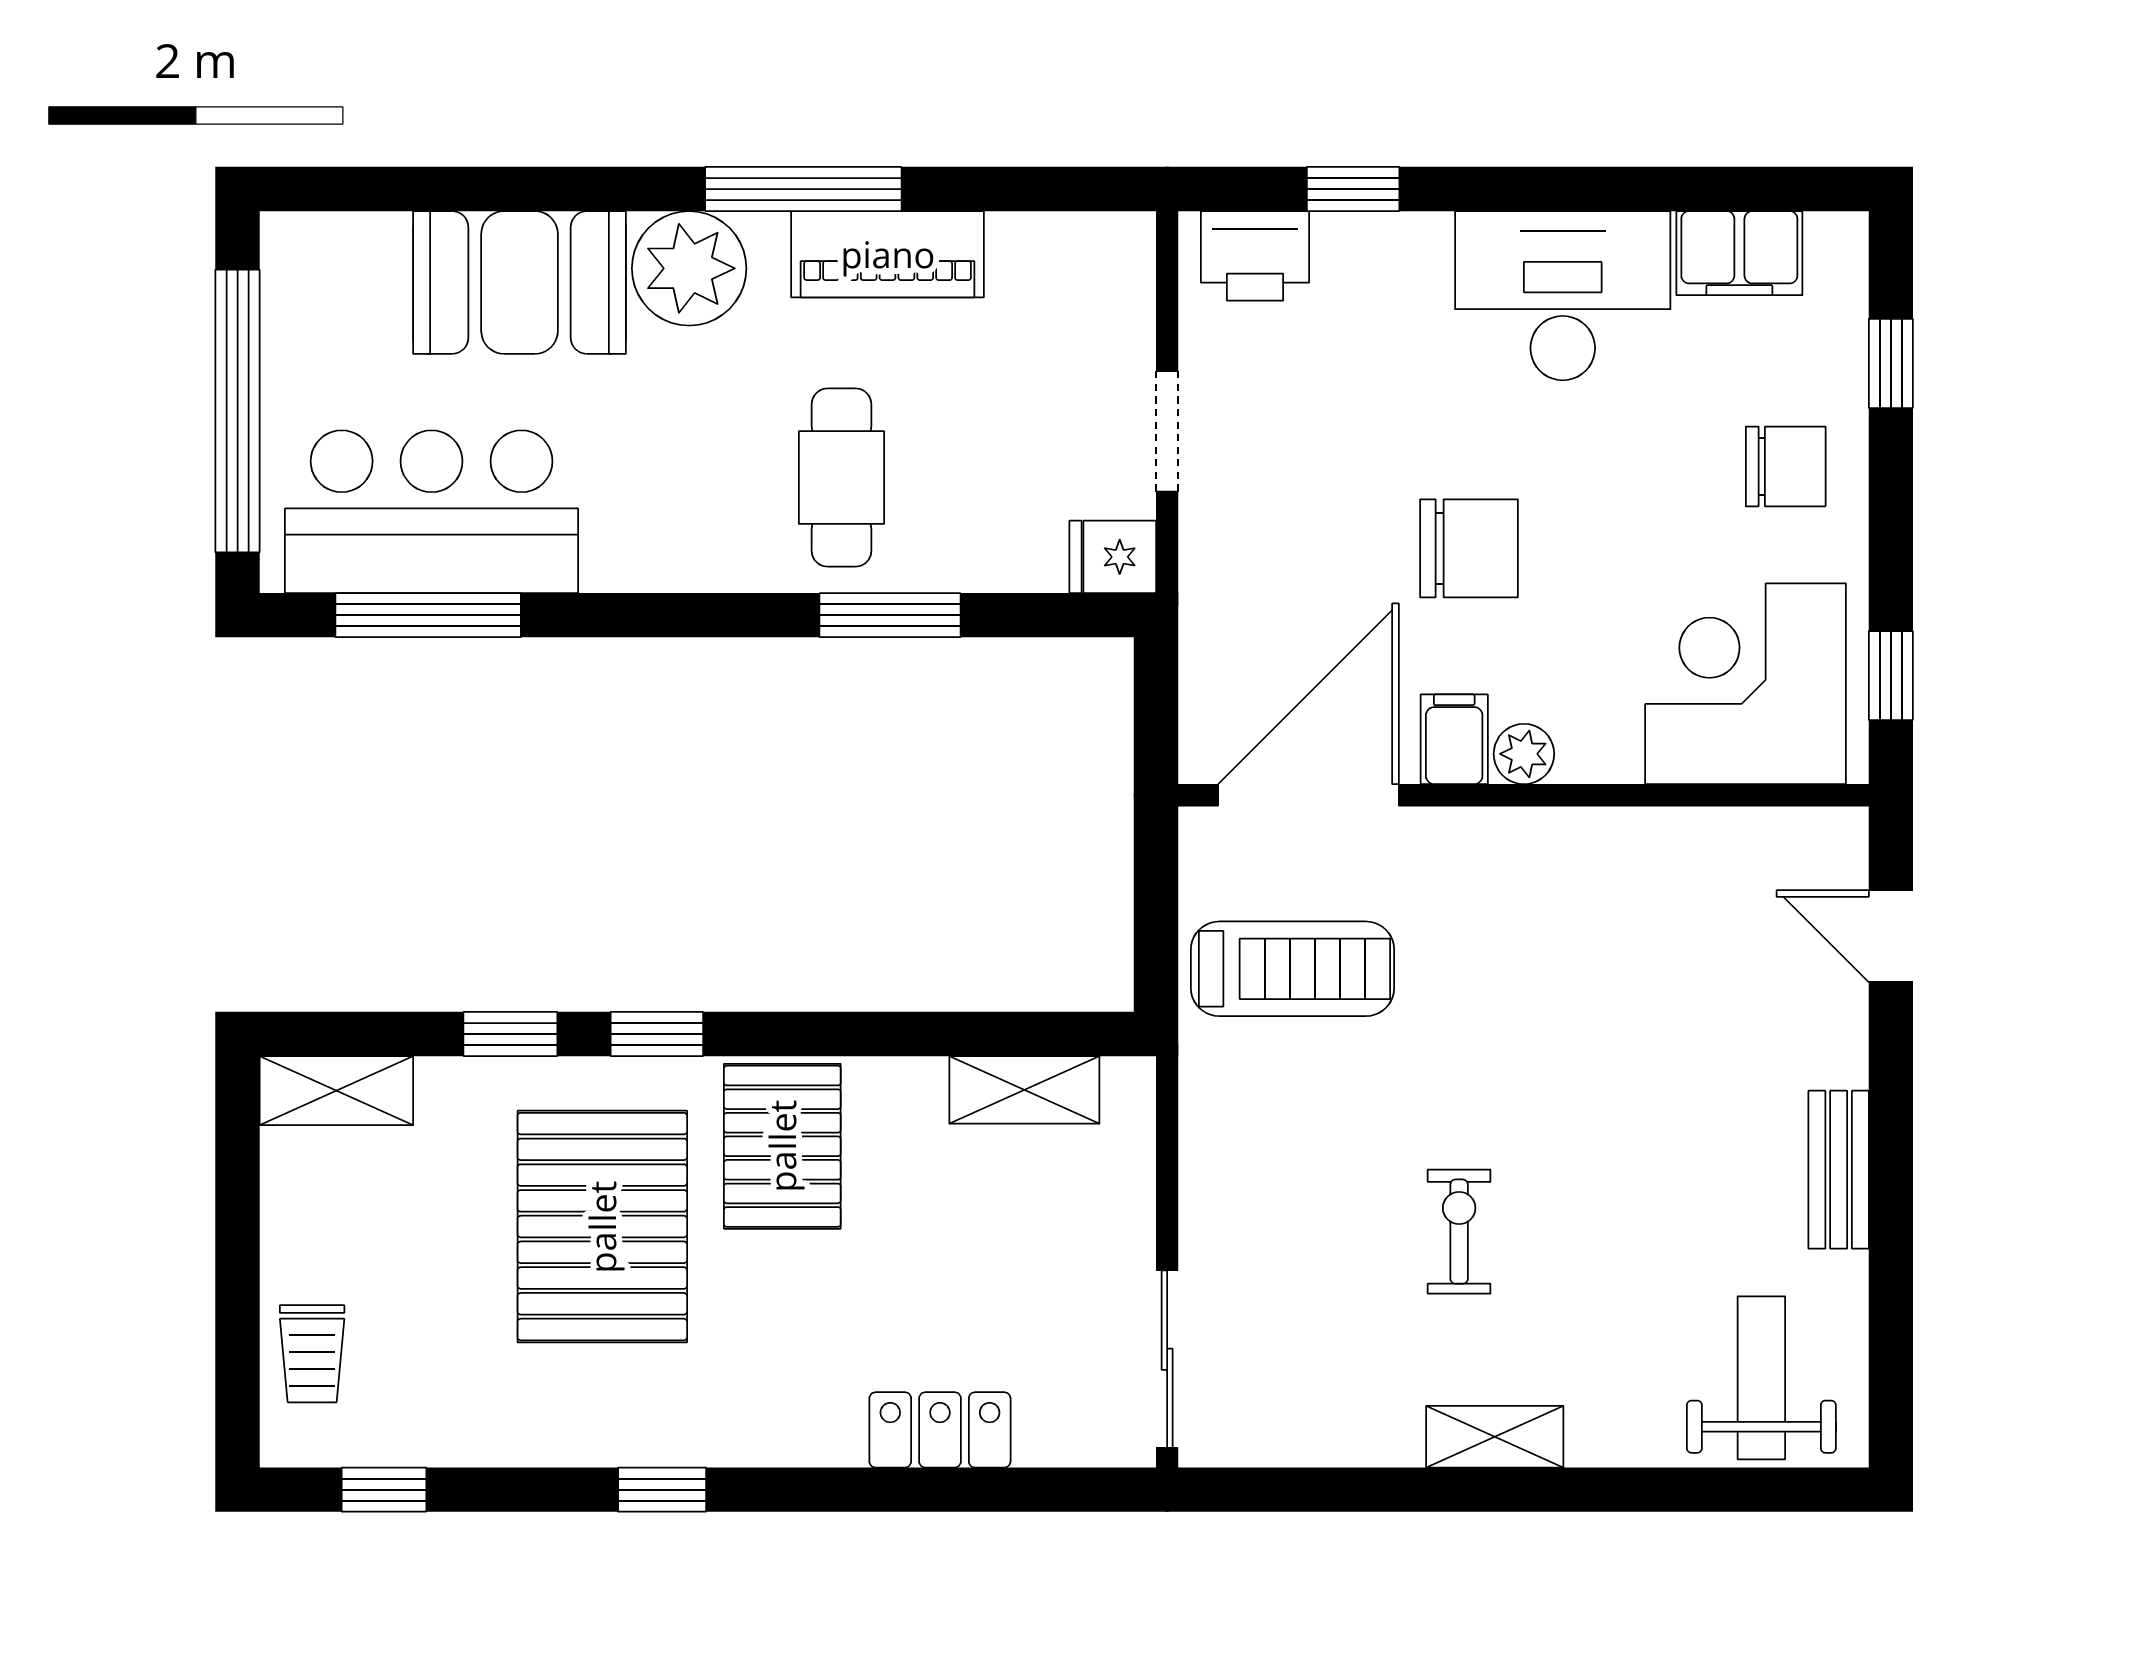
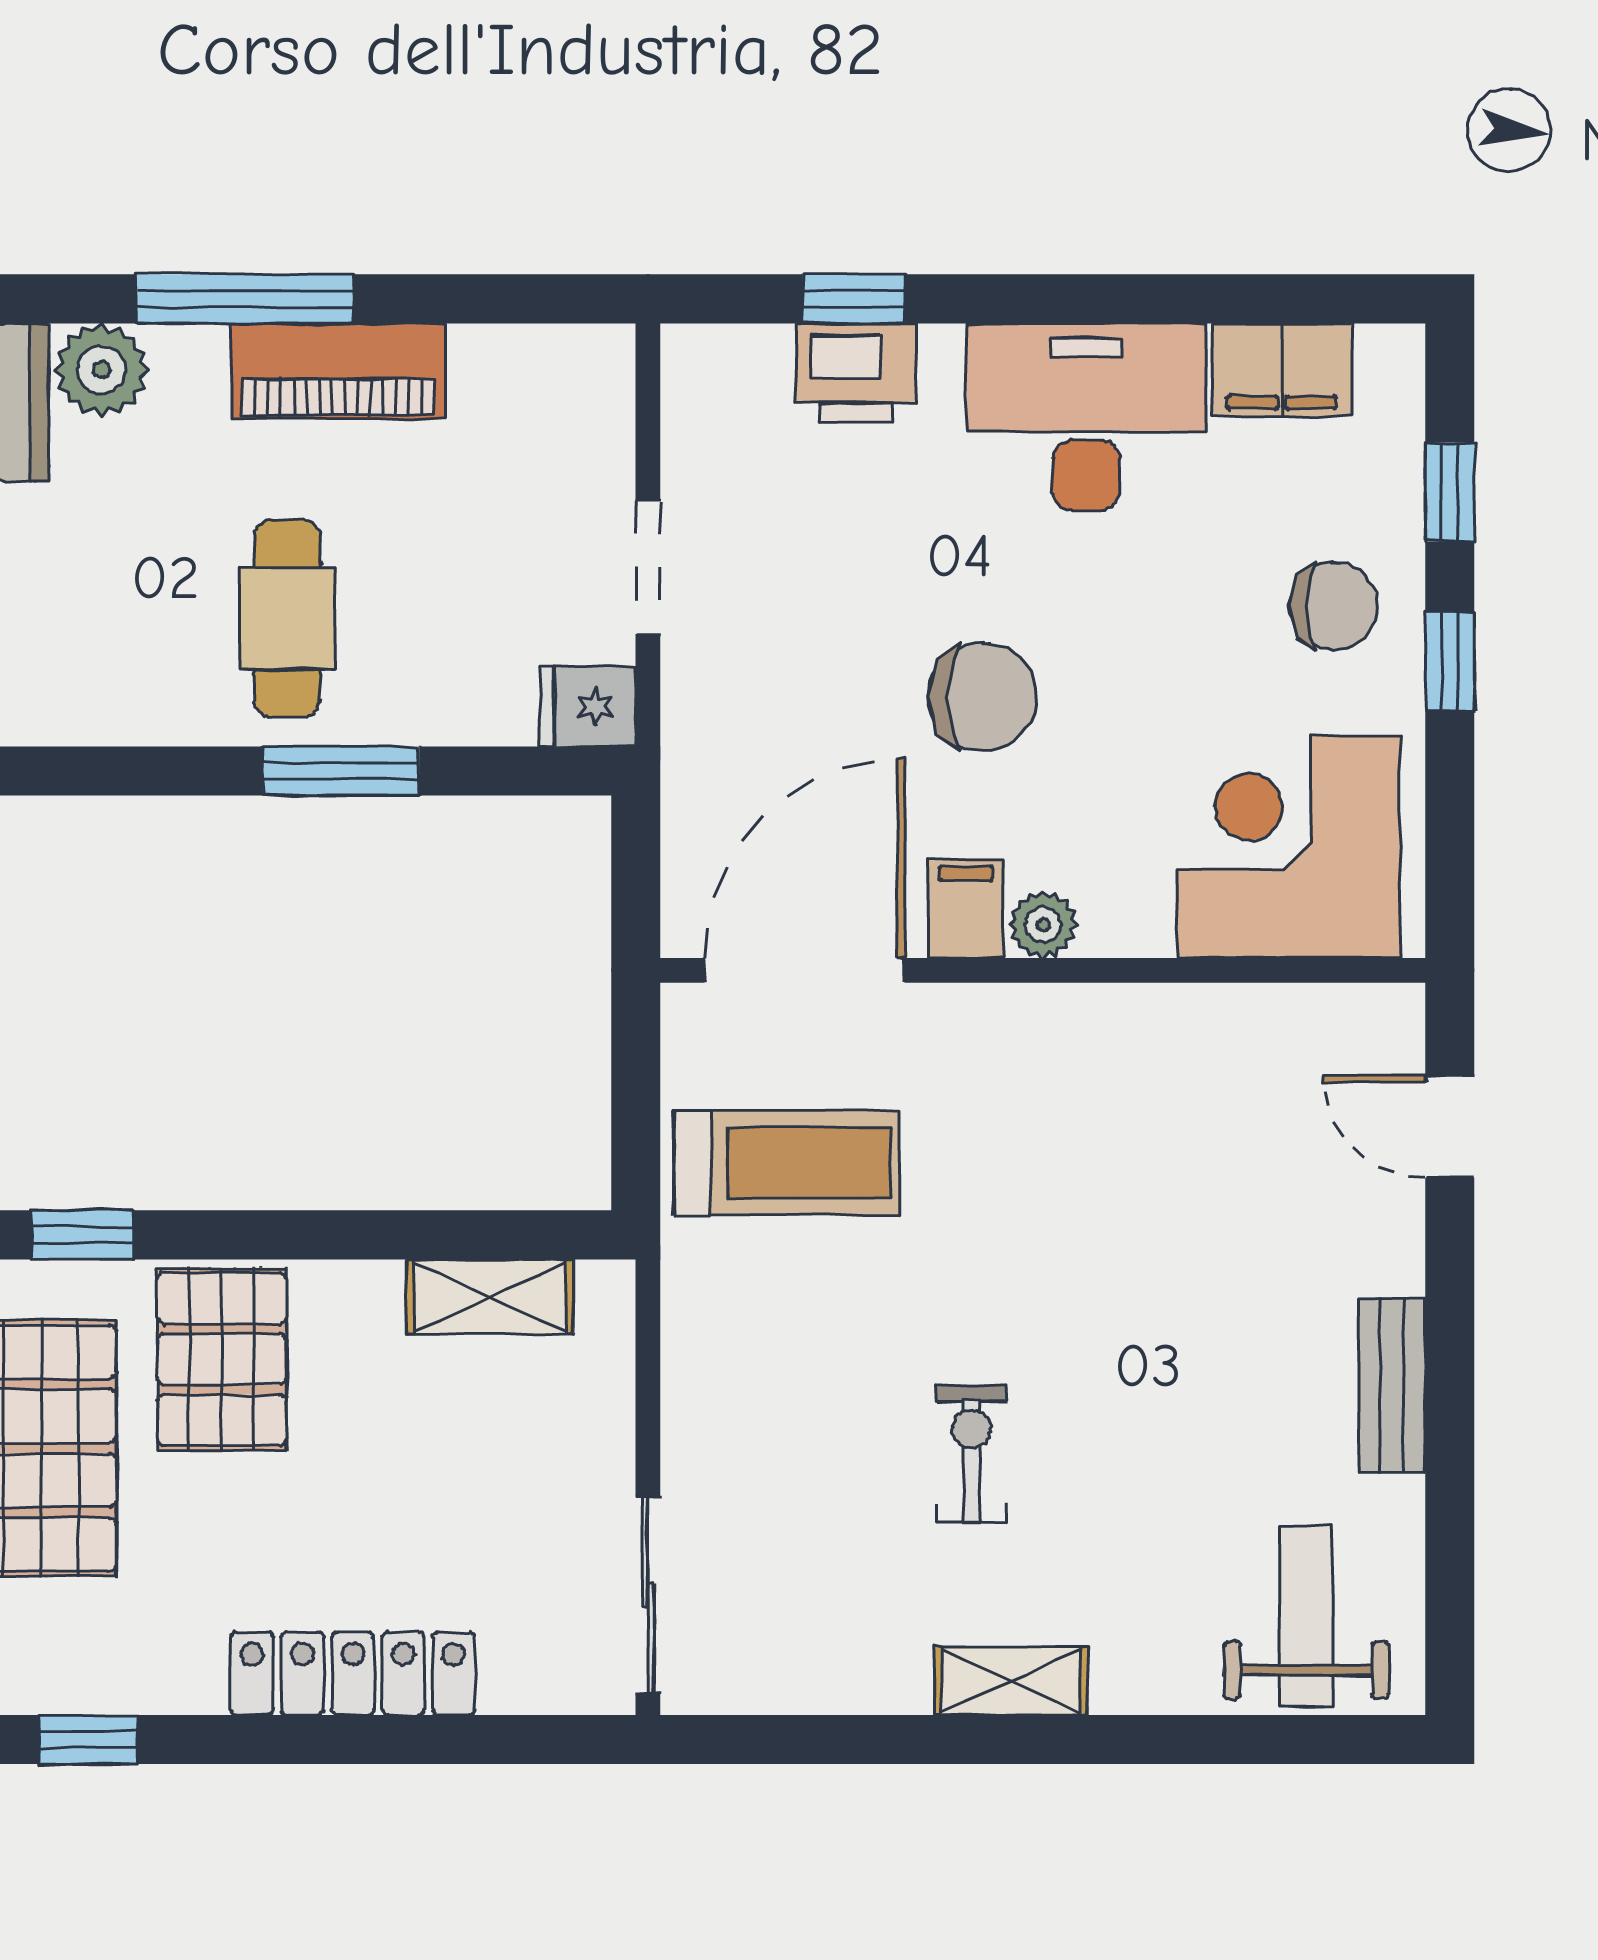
printer: (1255, 256) -> (856, 373), moved
plant: (689, 268) -> (102, 370), width x0.73, depth x0.73
window: (1891, 676) -> (1450, 662), moved
locker: (940, 1430) -> (353, 1673), width x1.53

